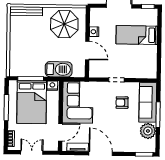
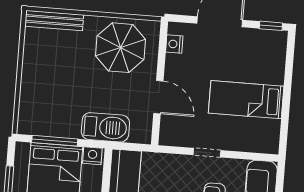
nightstand: (94, 32) -> (174, 44), moved
bed: (137, 35) -> (246, 100), moved

